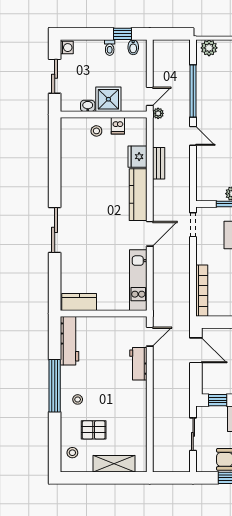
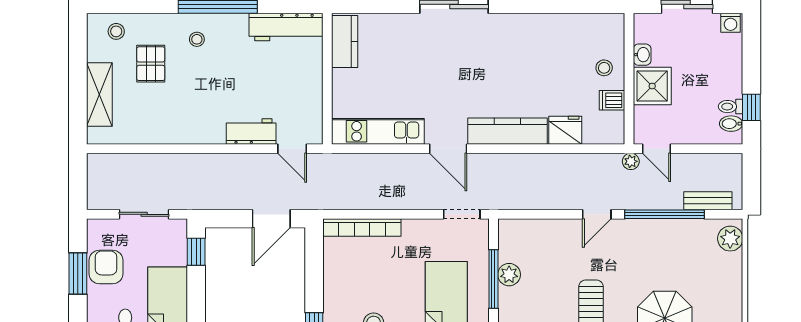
toilet: (110, 48) -> (731, 107), moved
bench: (159, 163) -> (708, 201), moved

